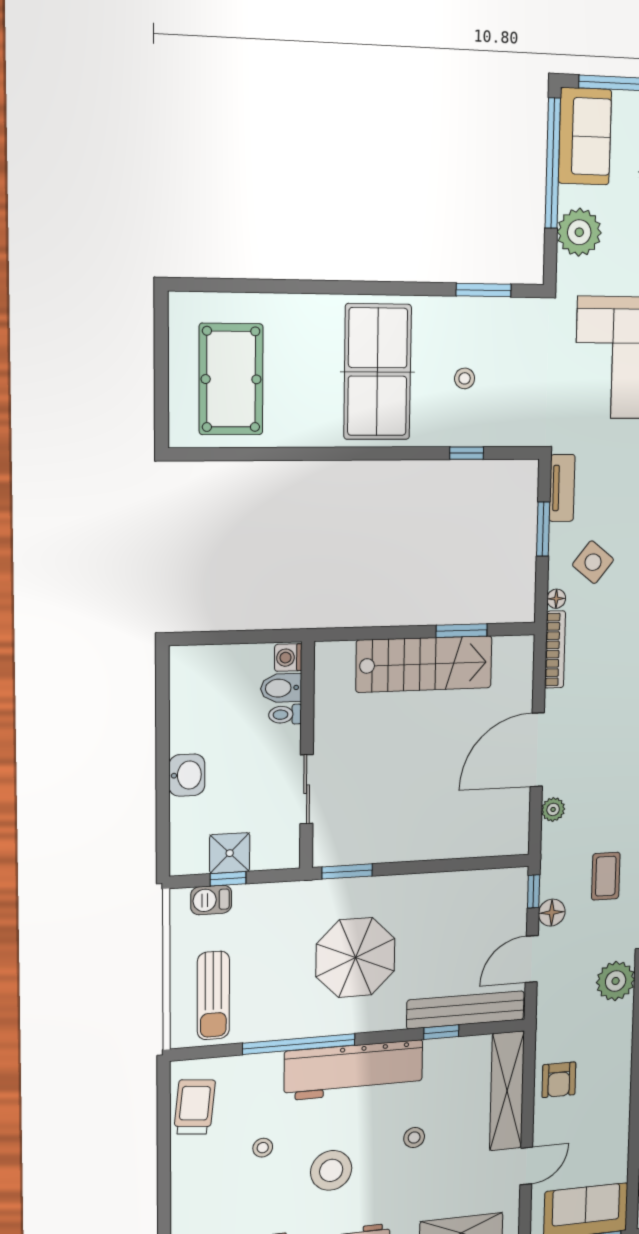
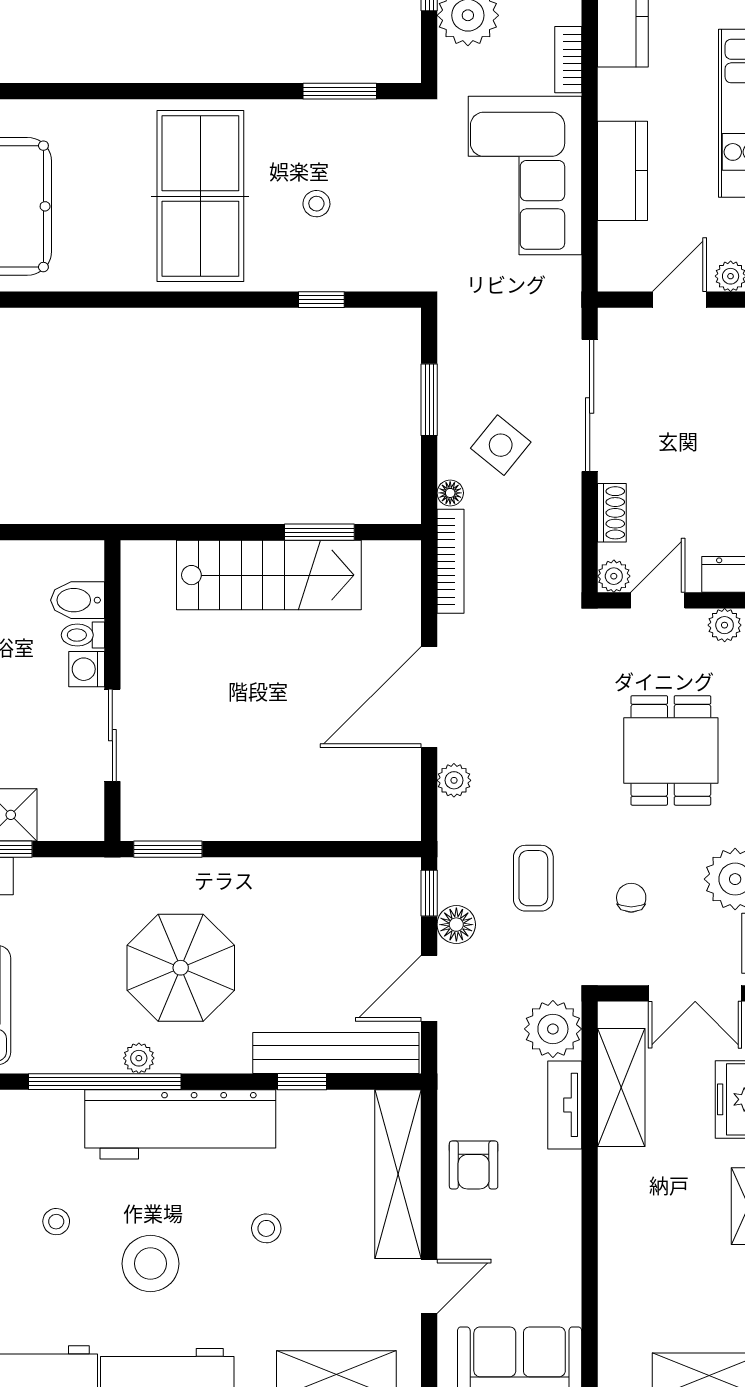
tv unit: (562, 488) -> (565, 1105), moved, turned 180
washing machine: (288, 658) -> (87, 669), moved
plant: (324, 1025) -> (139, 1058), added

